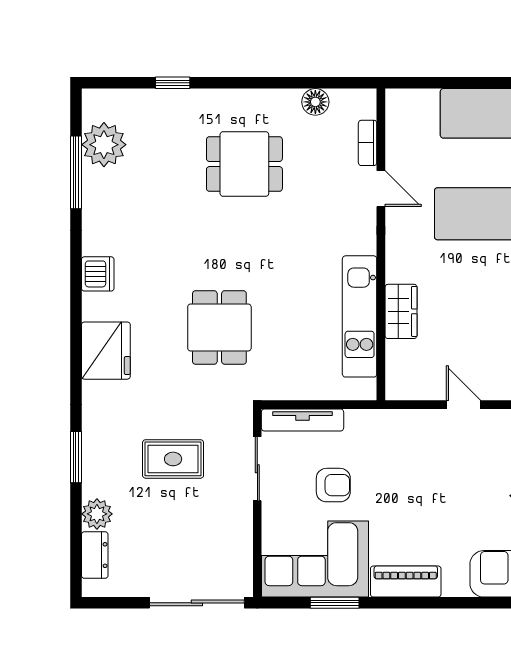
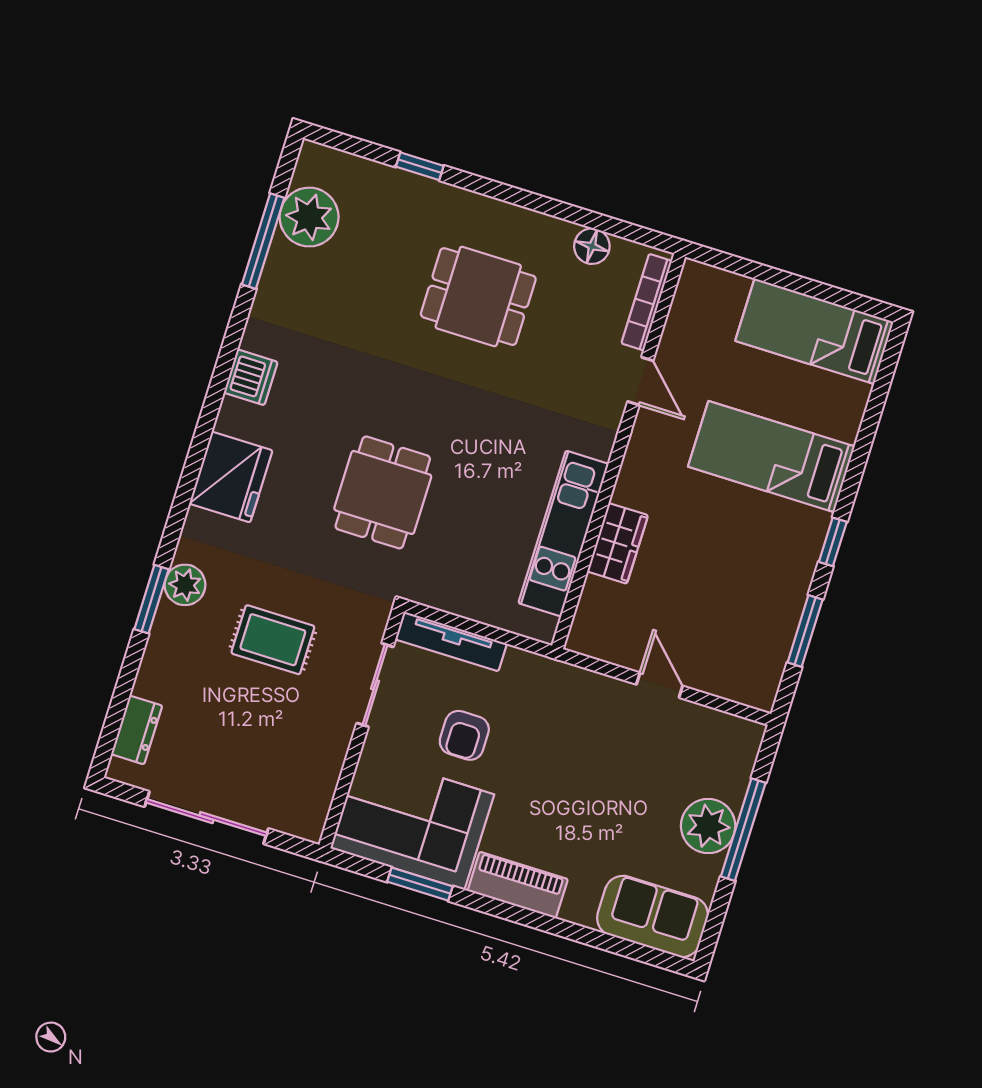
bookcase: (368, 143) -> (647, 302), width x1.56
armchair: (333, 485) -> (464, 735), turned 90
plant: (97, 514) -> (185, 585), moved
sliding door: (197, 603) -> (206, 818), moved

